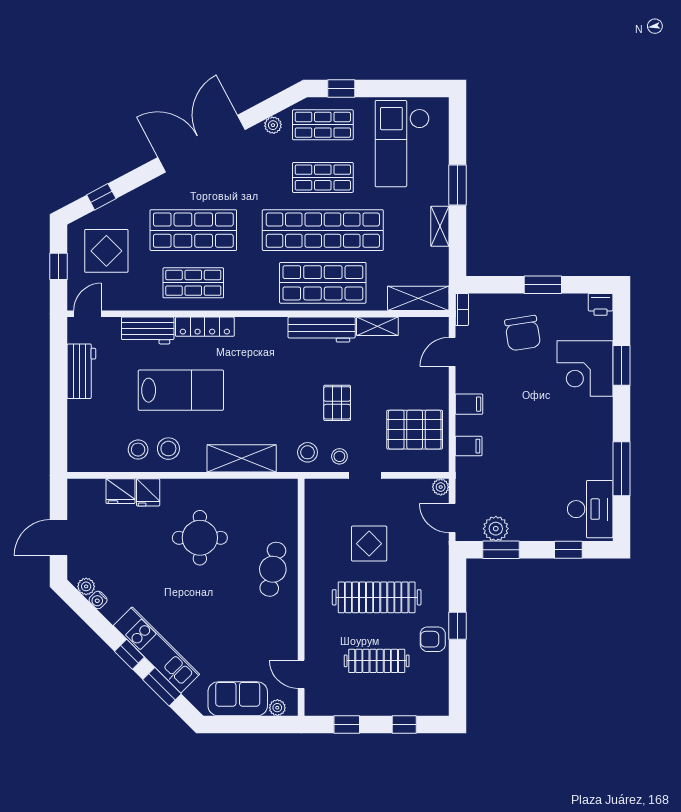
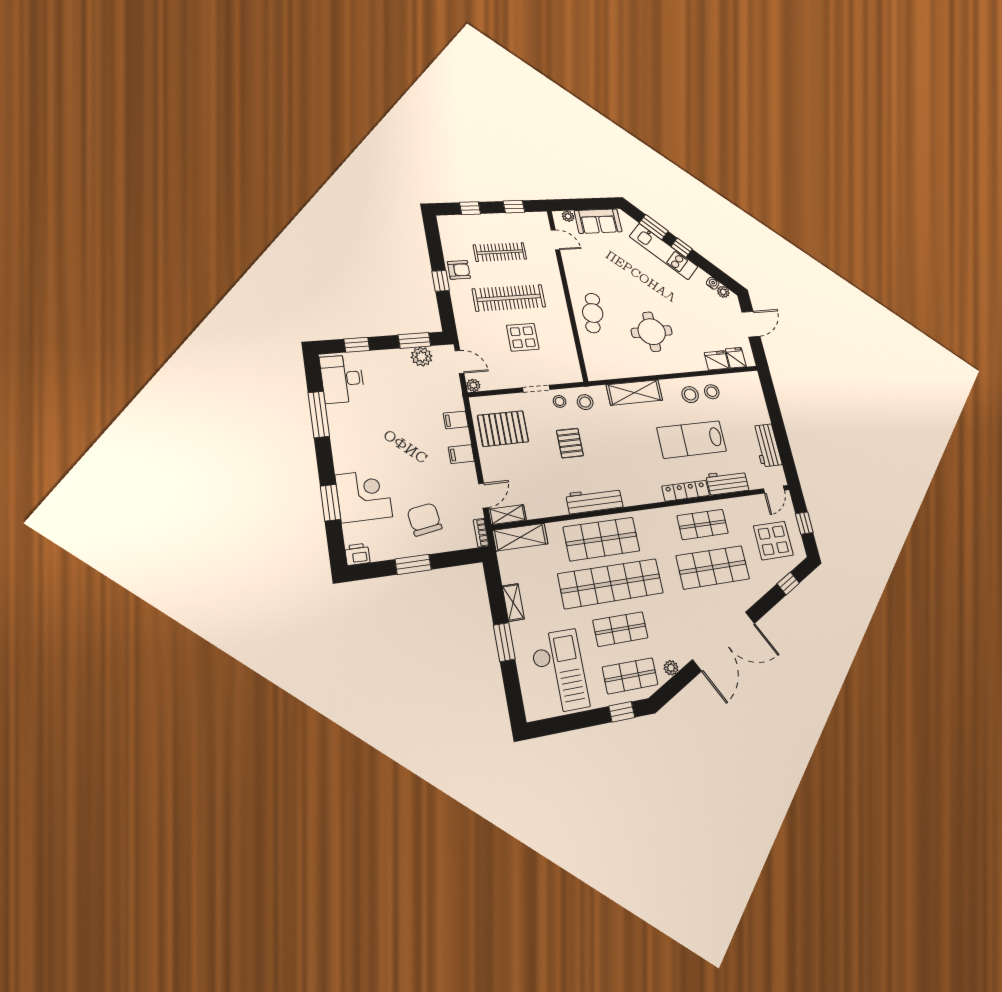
shelving: (377, 326) -> (507, 515), moved
fridge: (148, 492) -> (736, 358), moved

